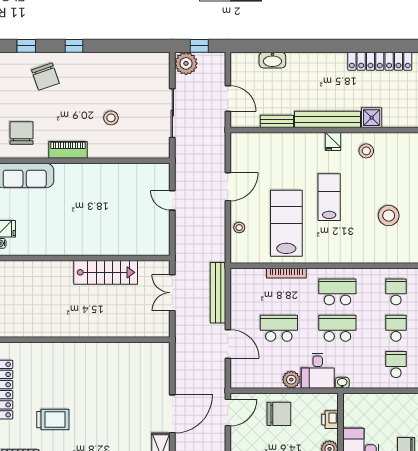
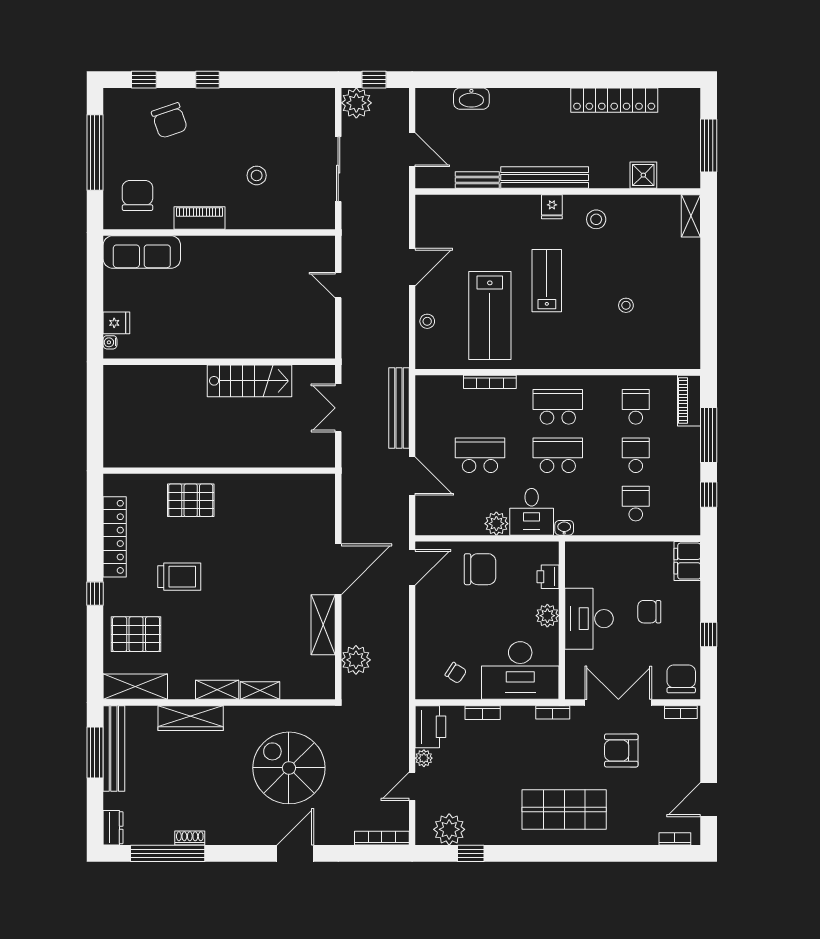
shower: (372, 118) -> (643, 175), moved
stool: (389, 216) -> (626, 305), width x0.53, depth x0.53
lab bench: (286, 223) -> (490, 316), turned 180
pallet: (61, 362) -> (191, 500), added

